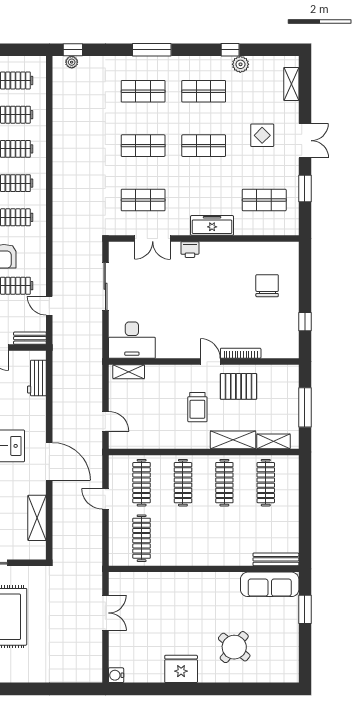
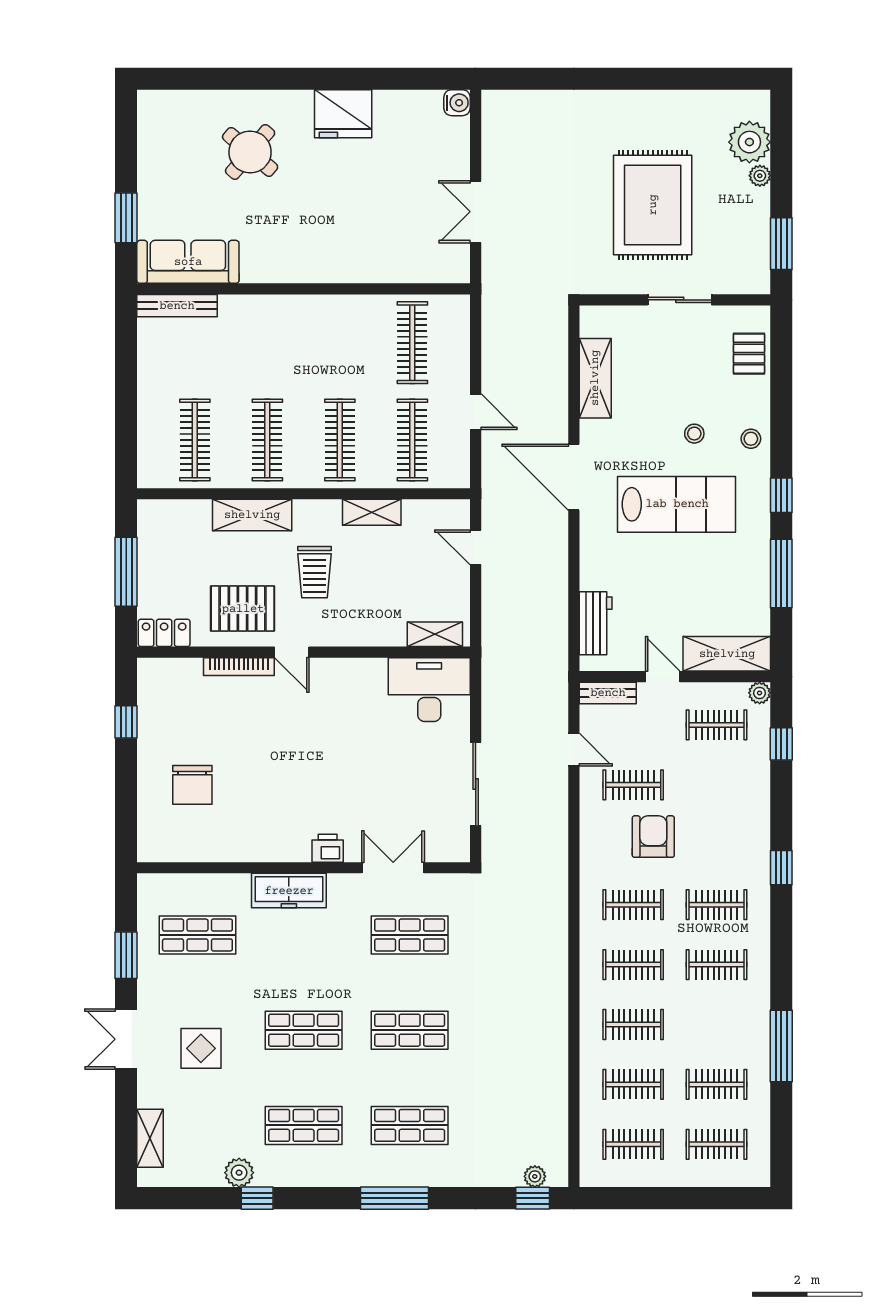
locker: (283, 372) -> (164, 633), added
trolley: (197, 407) -> (315, 572), turned 180
shelving: (273, 441) -> (372, 512), moved

